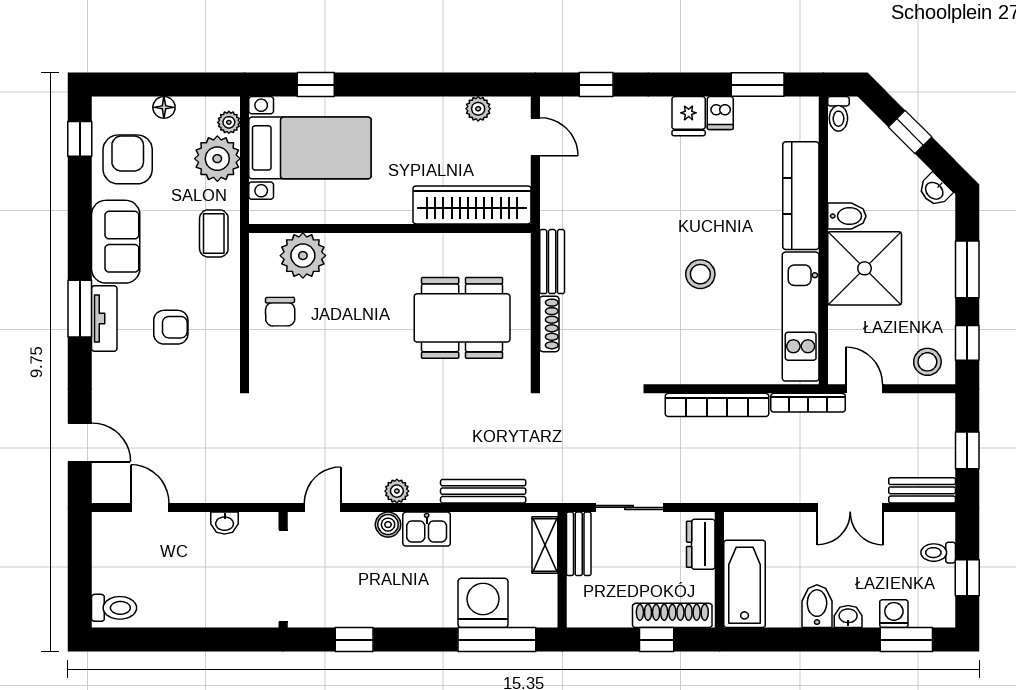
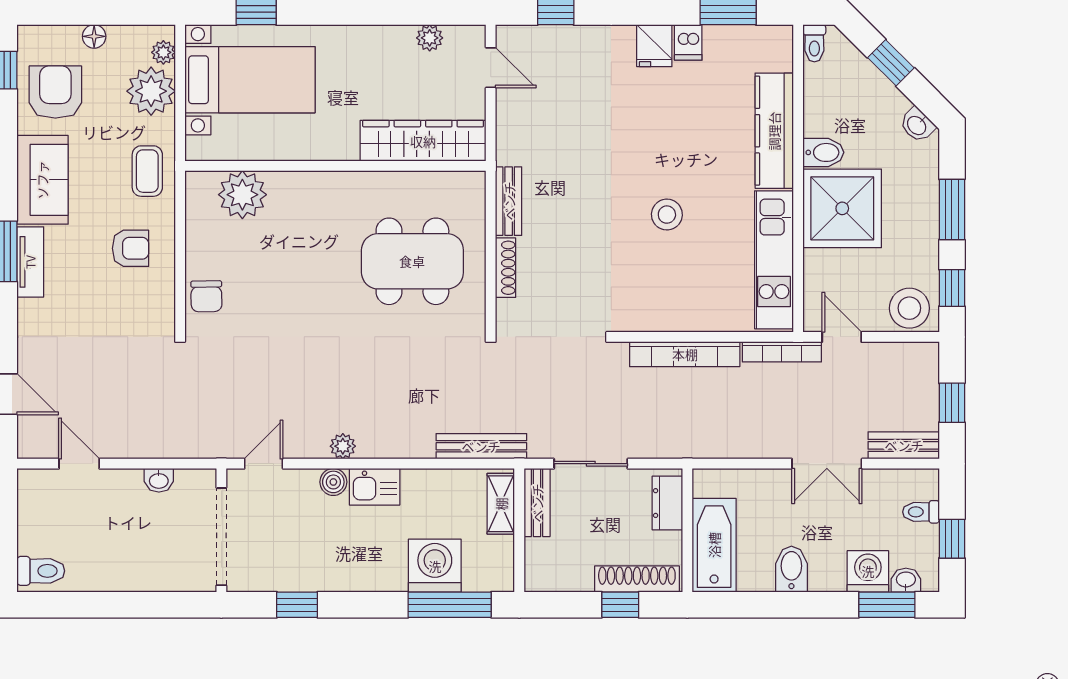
chair: (280, 312) -> (206, 296), moved
armchair: (171, 327) -> (131, 248), moved
stool: (927, 362) -> (909, 308), width x1.38, depth x1.38
bench: (483, 491) -> (481, 446), moved
washing machine: (894, 614) -> (868, 571), width x1.38, depth x1.38
washbasin: (848, 617) -> (906, 580), moved

